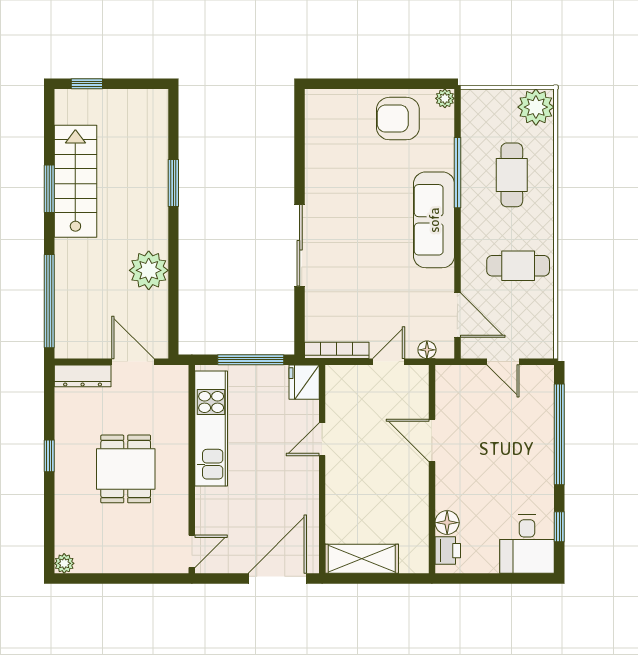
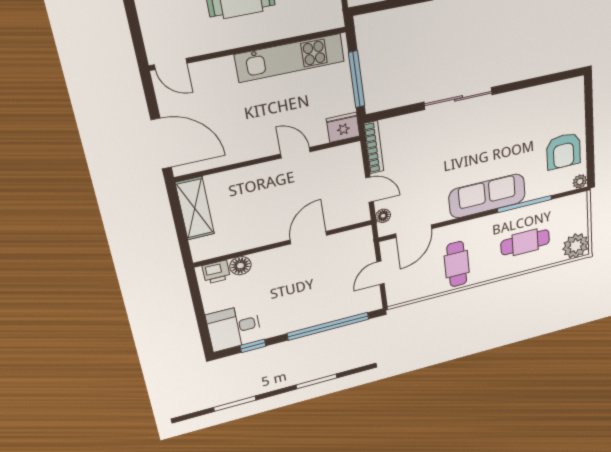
armchair: (398, 119) -> (564, 151), turned 180

